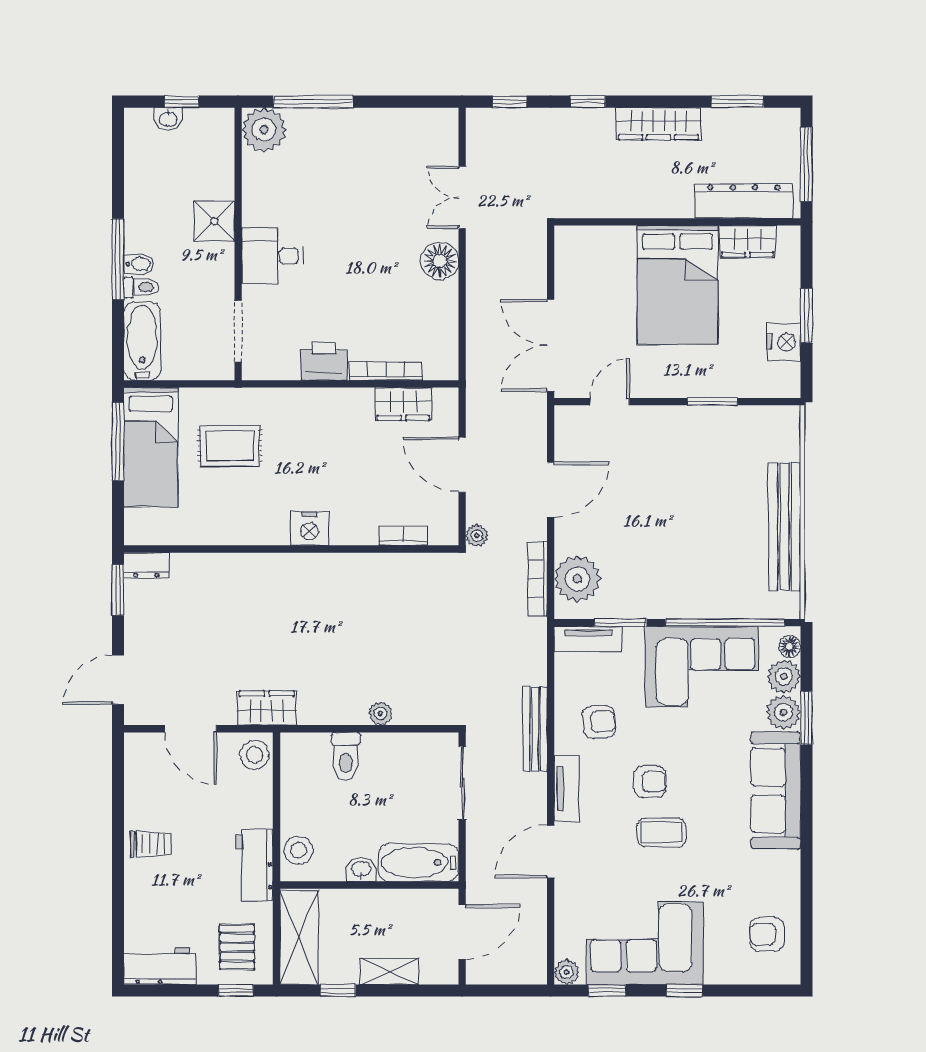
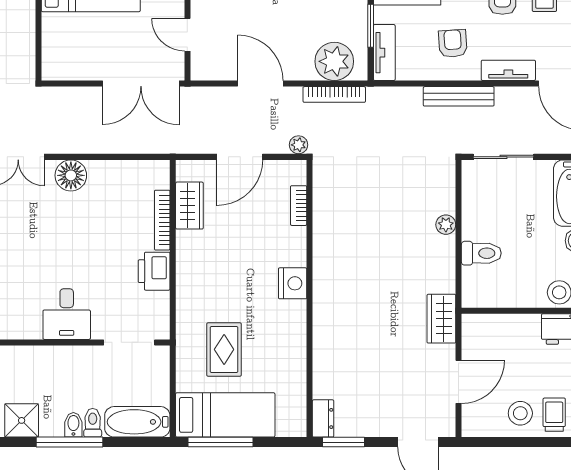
shower: (214, 221) -> (22, 420), moved
stool: (255, 755) -> (520, 413), moved

